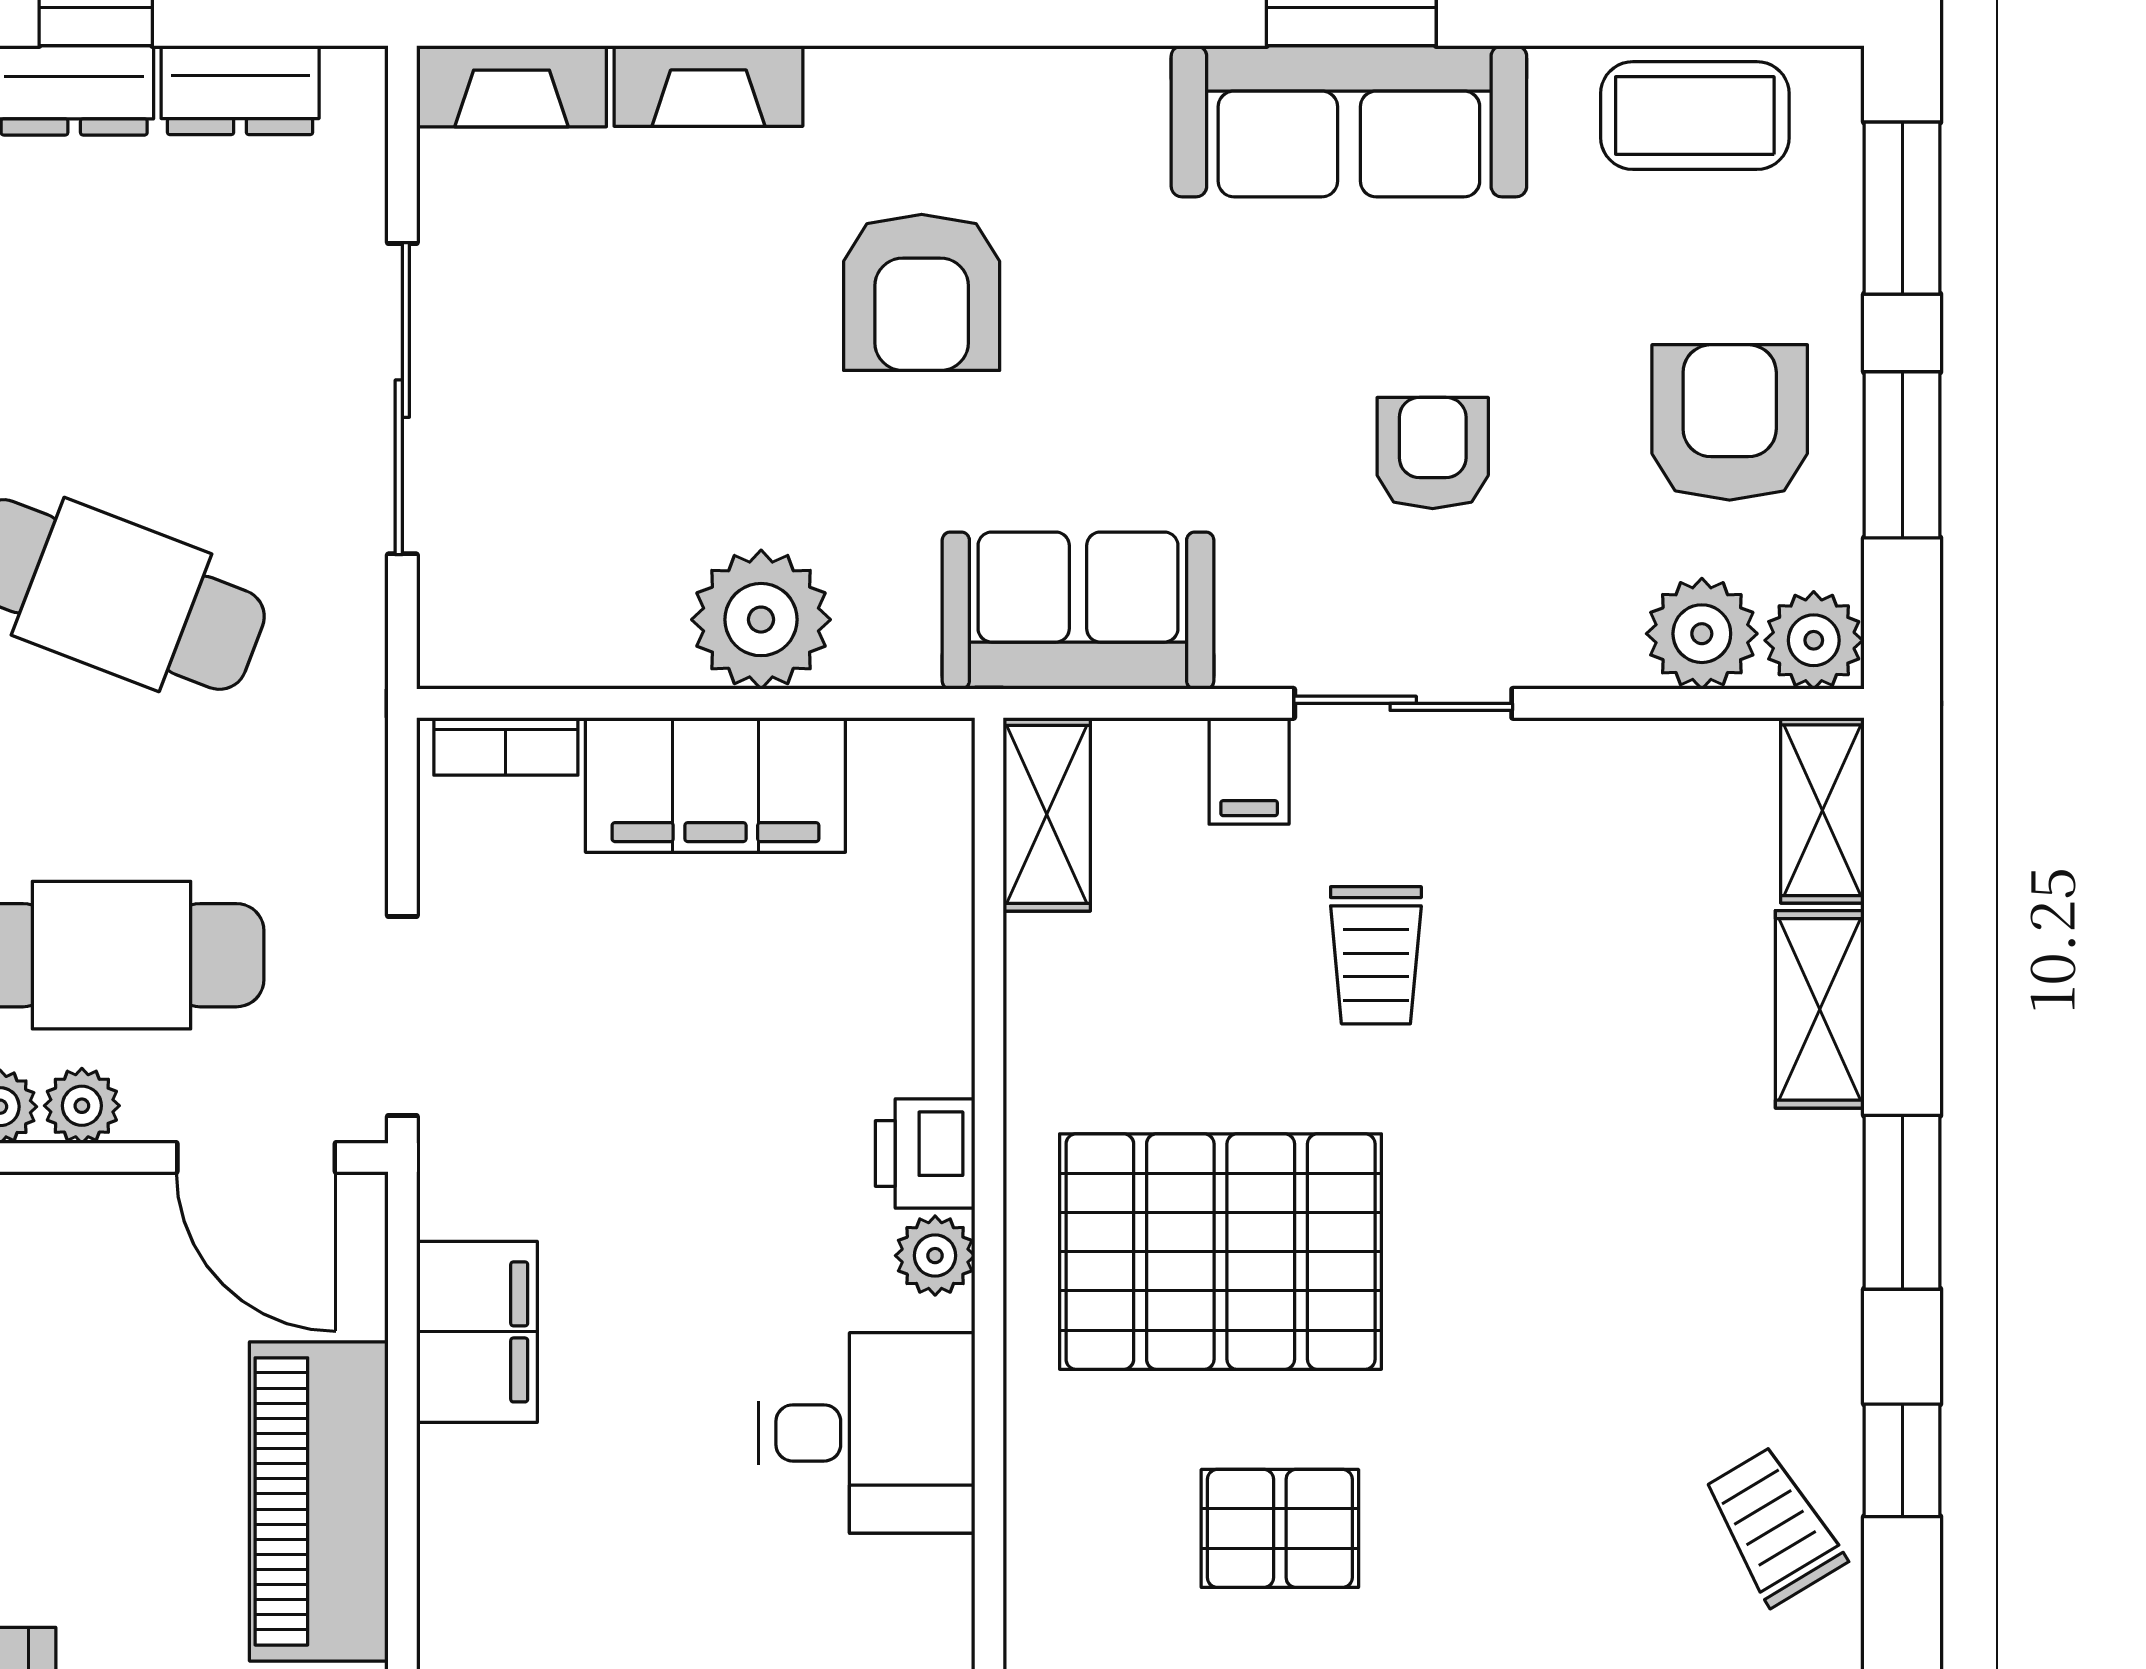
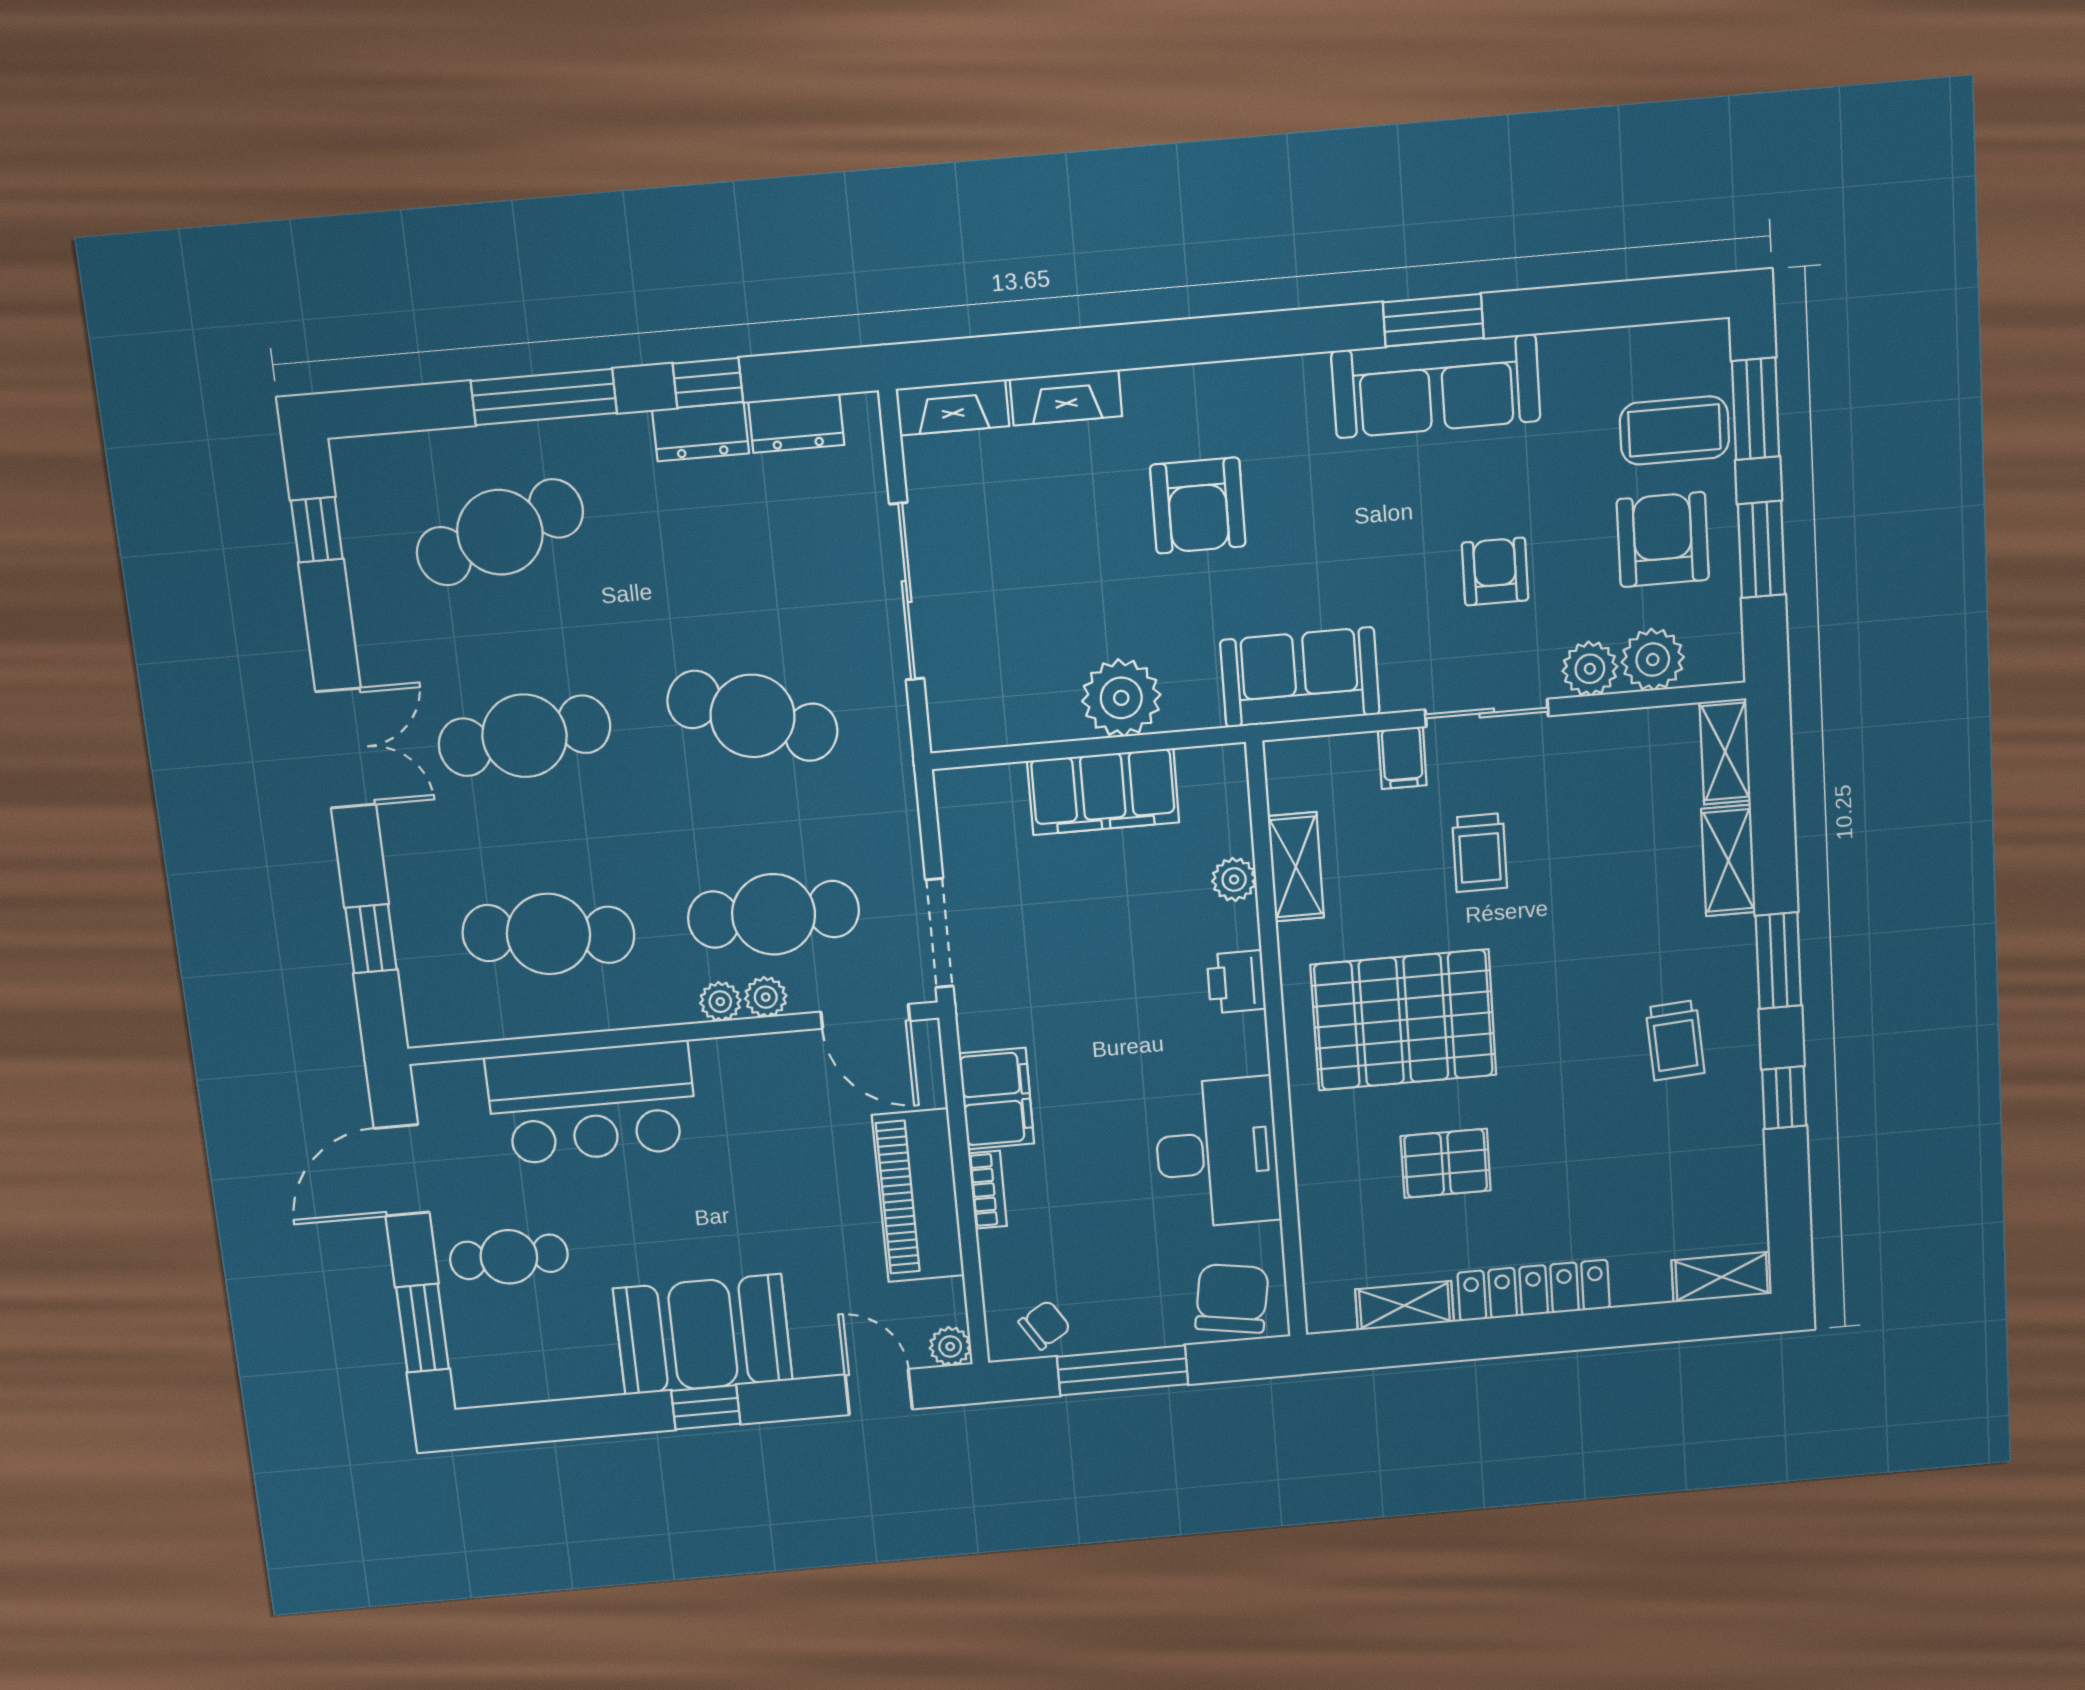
coffee table: (1695, 116) -> (1674, 430), moved
plant: (1814, 640) -> (1590, 669), moved
bookcase: (506, 746) -> (988, 1190), moved, turned -90
shelving: (1047, 814) -> (1296, 867), moved
plant: (935, 1256) -> (1234, 880), moved
desk: (867, 1433) -> (1217, 1153), width x1.37
trolley: (1774, 1526) -> (1675, 1040), moved, turned -153

